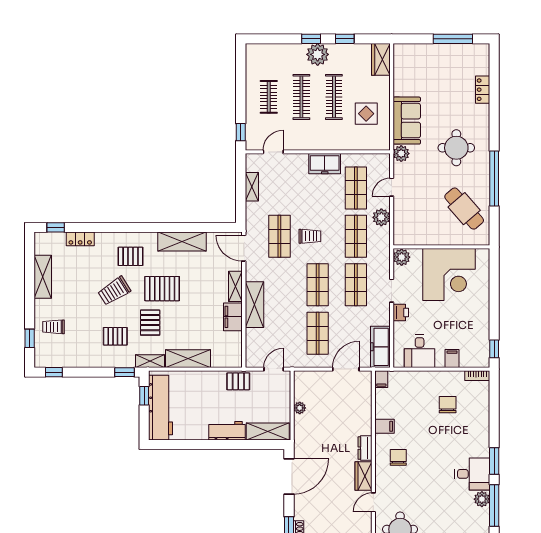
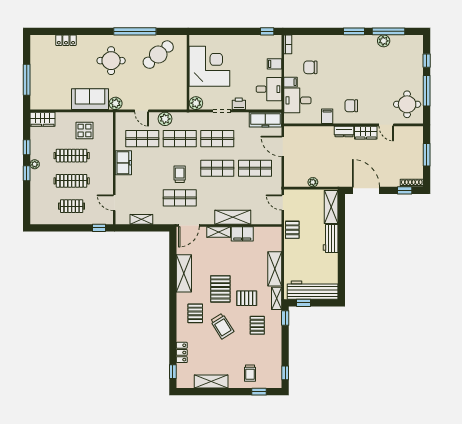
window: (453, 39) -> (27, 80), moved
plant: (318, 54) -> (35, 164), width x0.53, depth x0.53
filing cabinet: (381, 379) -> (291, 82), moved
desk: (472, 474) -> (297, 100), moved, turned -90

